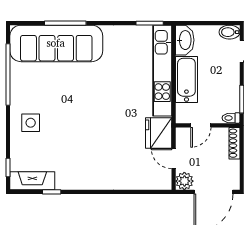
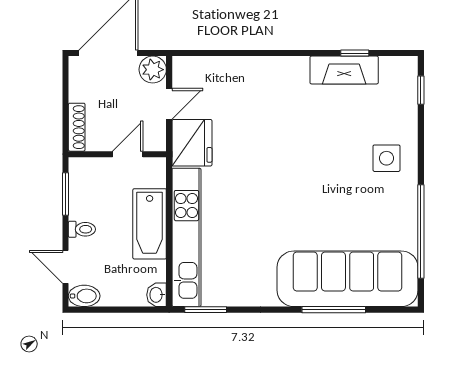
washbasin: (185, 40) -> (157, 295), width x0.52, depth x0.69
toilet: (231, 118) -> (82, 229), moved
door: (174, 159) -> (169, 104), hinge flipped
fireplace: (32, 181) -> (344, 70), moved

